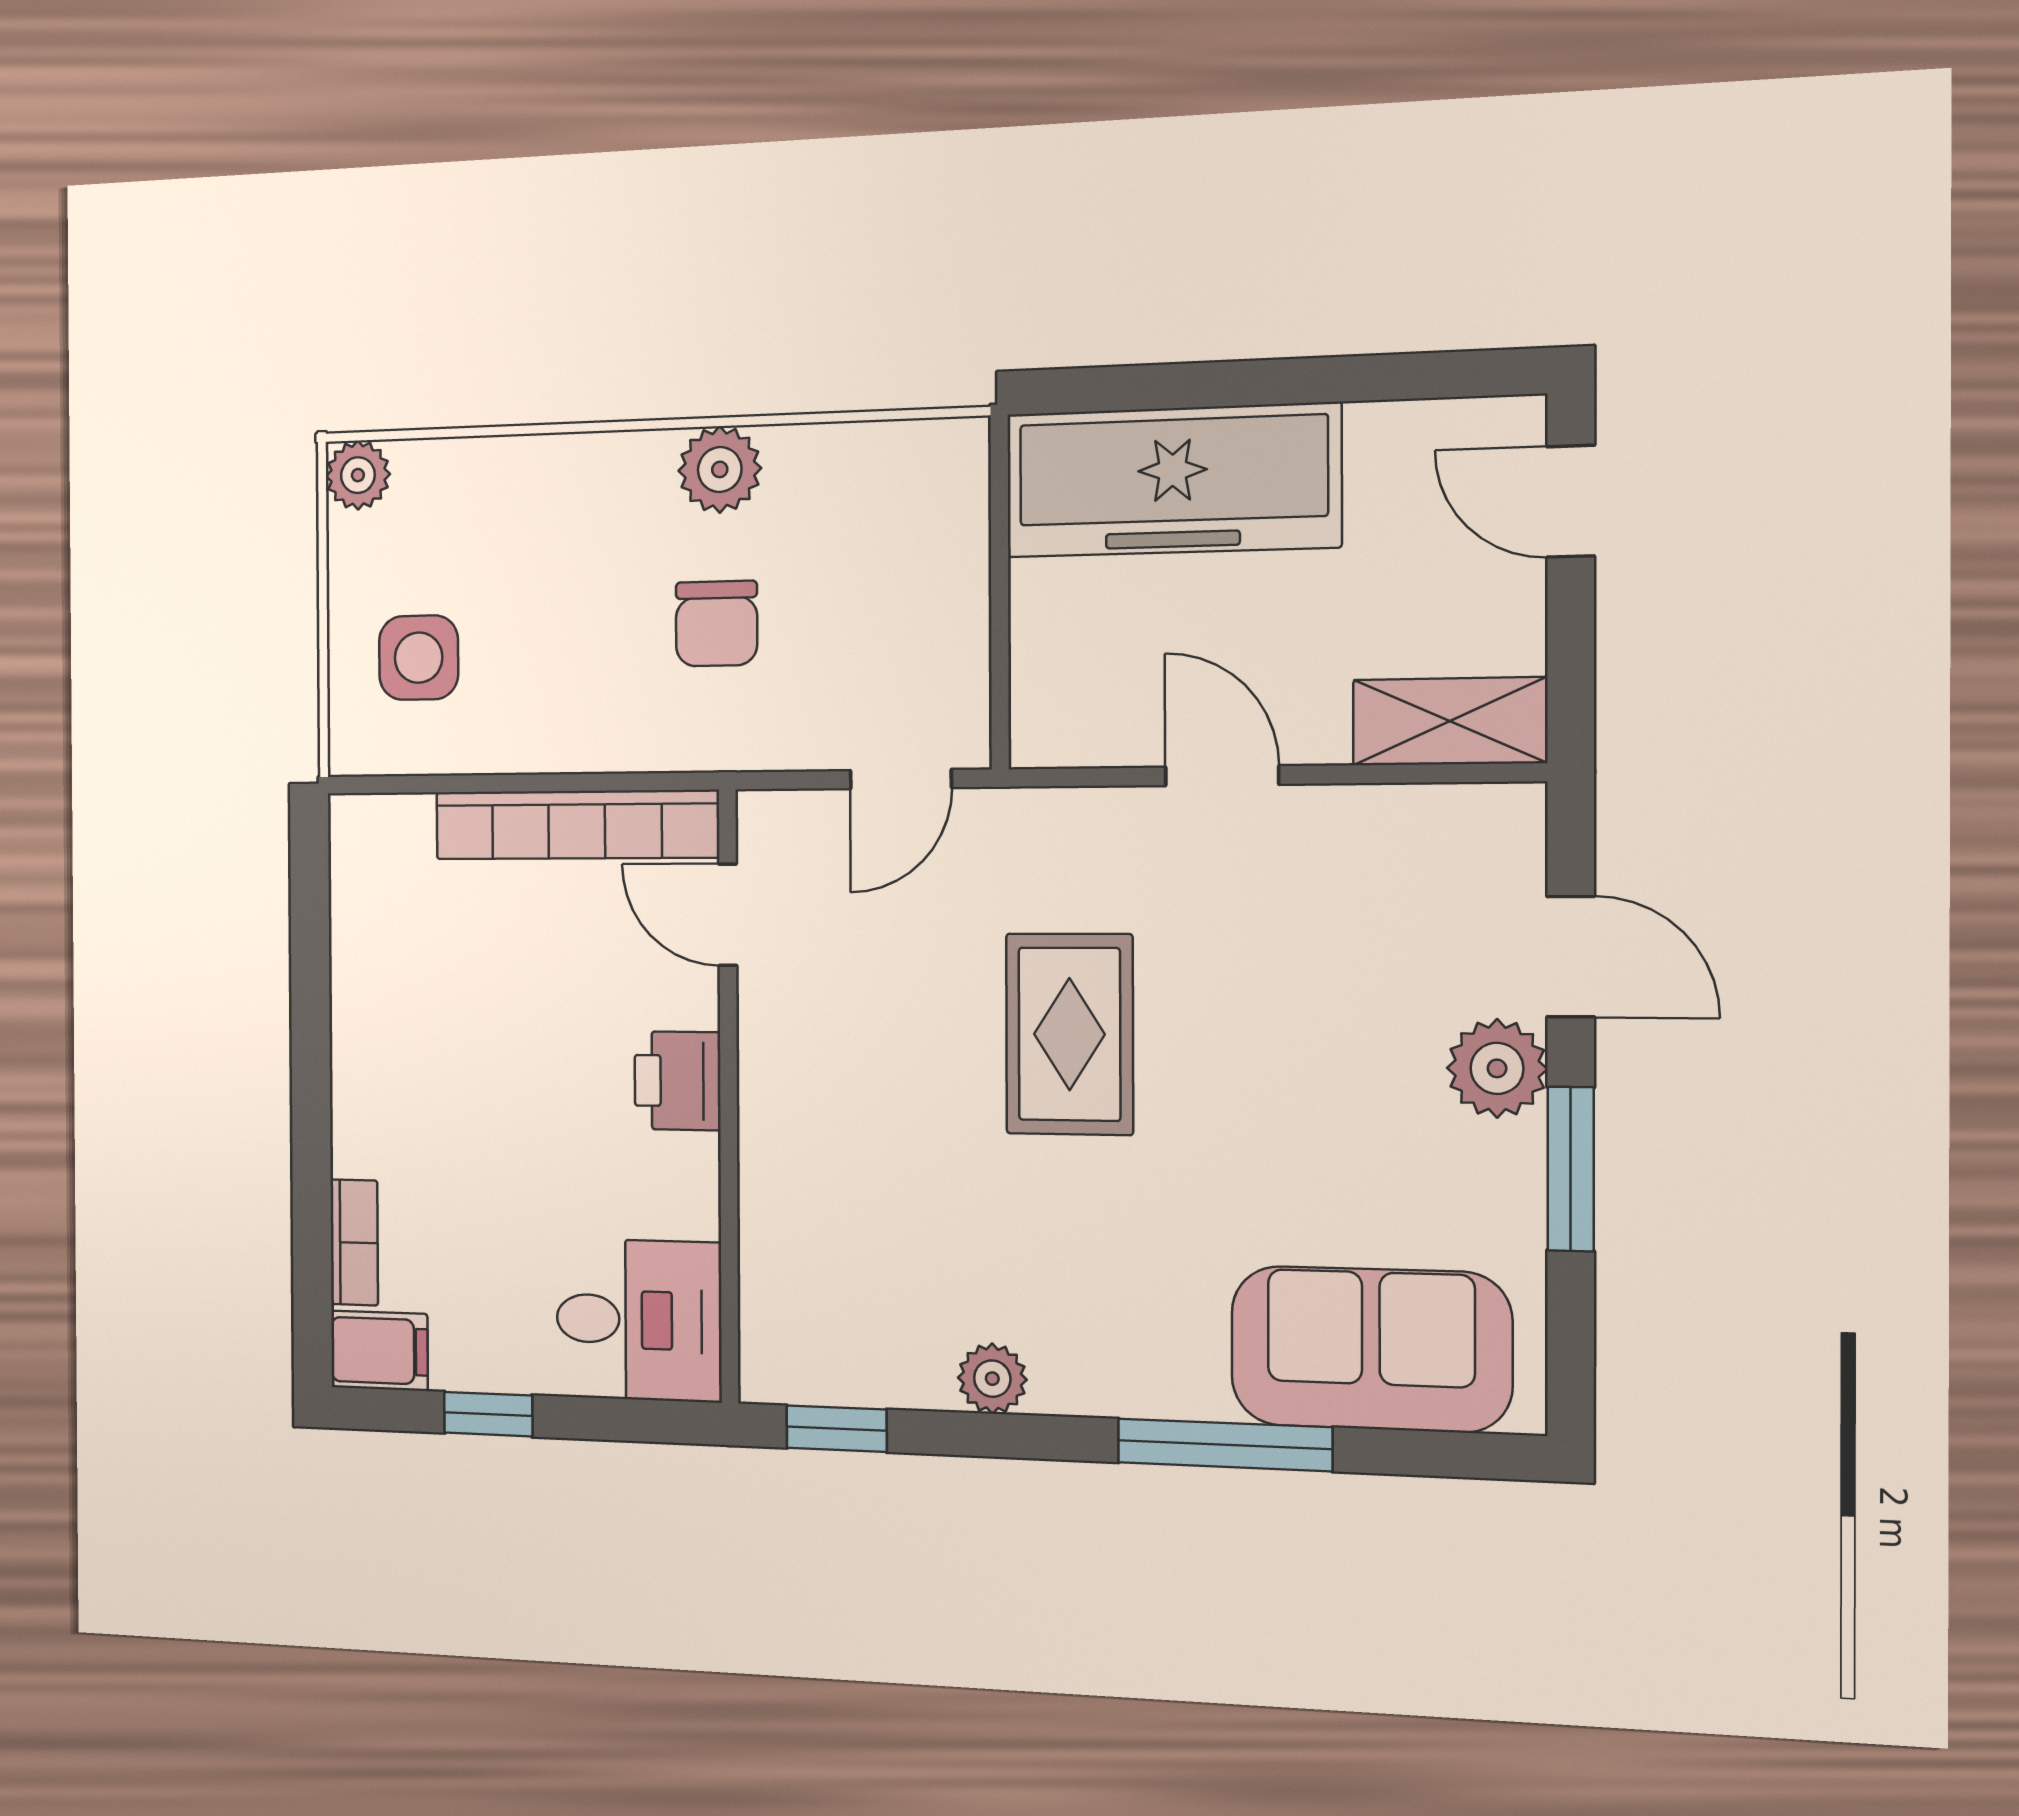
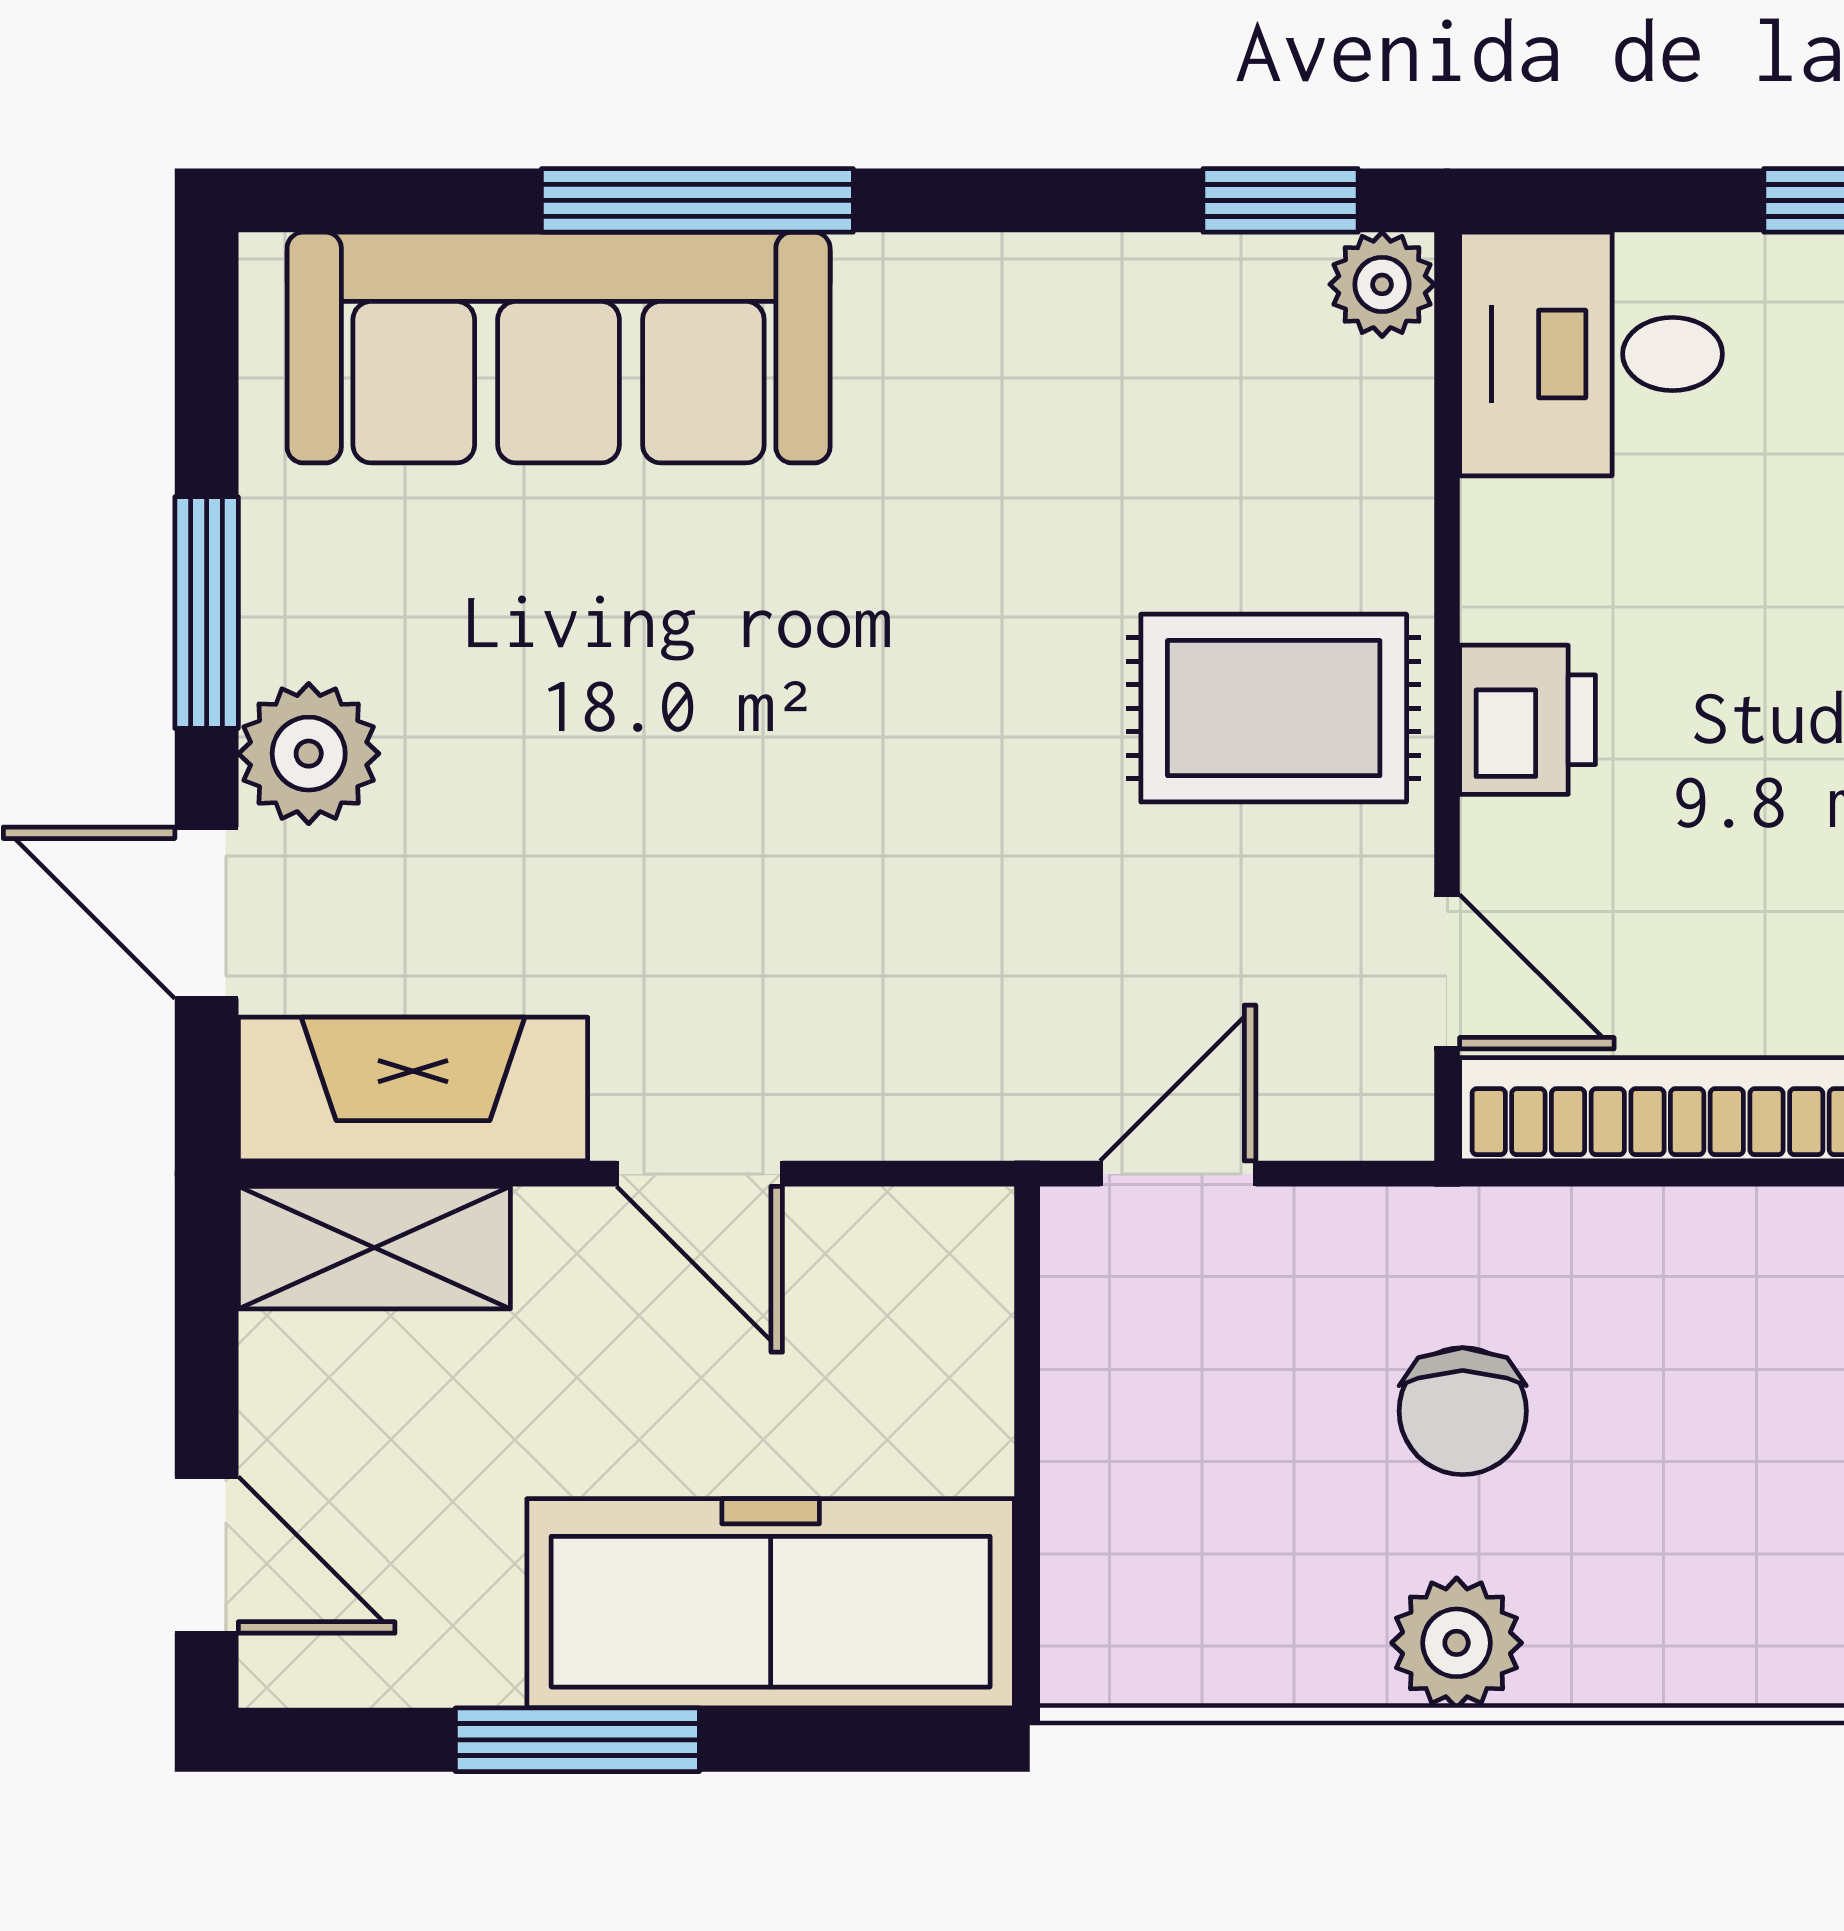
window: (1306, 381) -> (577, 1740), added
chair: (717, 624) -> (1463, 1411), turned 180
fireplace: (1422, 833) -> (413, 1089), added
rug: (1069, 1034) -> (1274, 708), moved, turned 90
sofa: (1371, 1349) -> (559, 348), width x1.36
plant: (992, 1379) -> (1382, 284), moved

